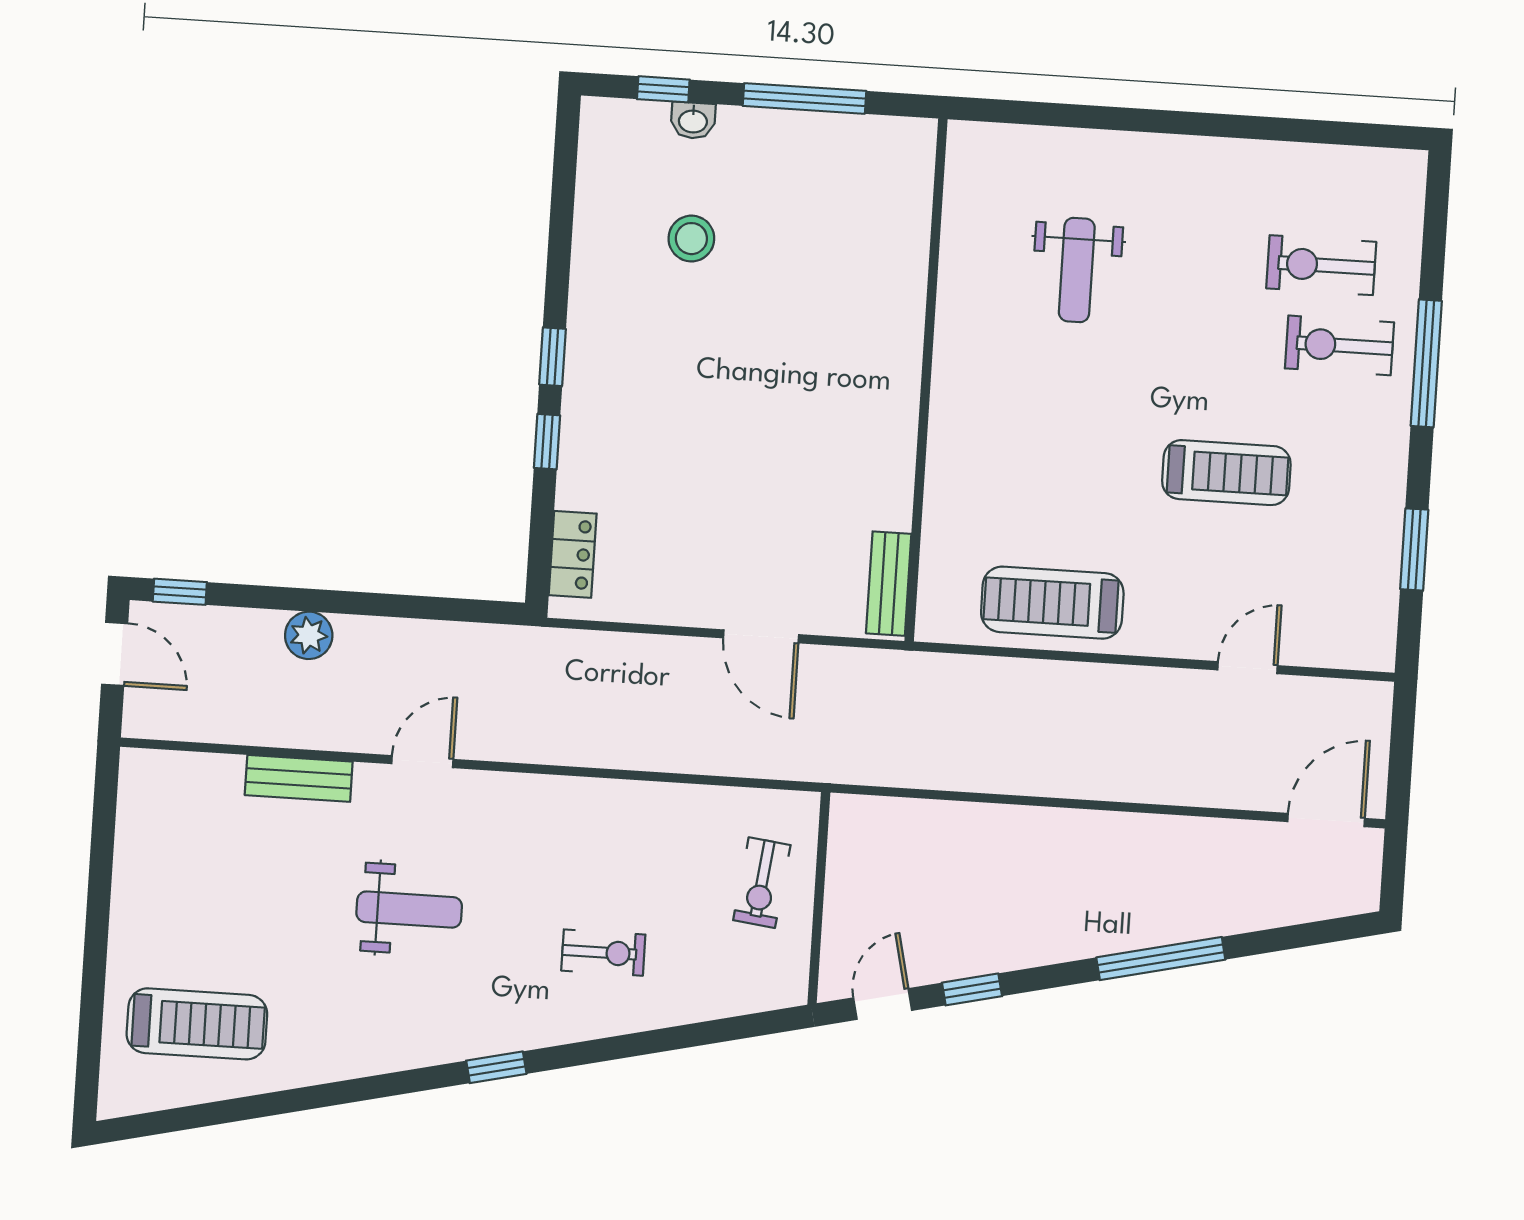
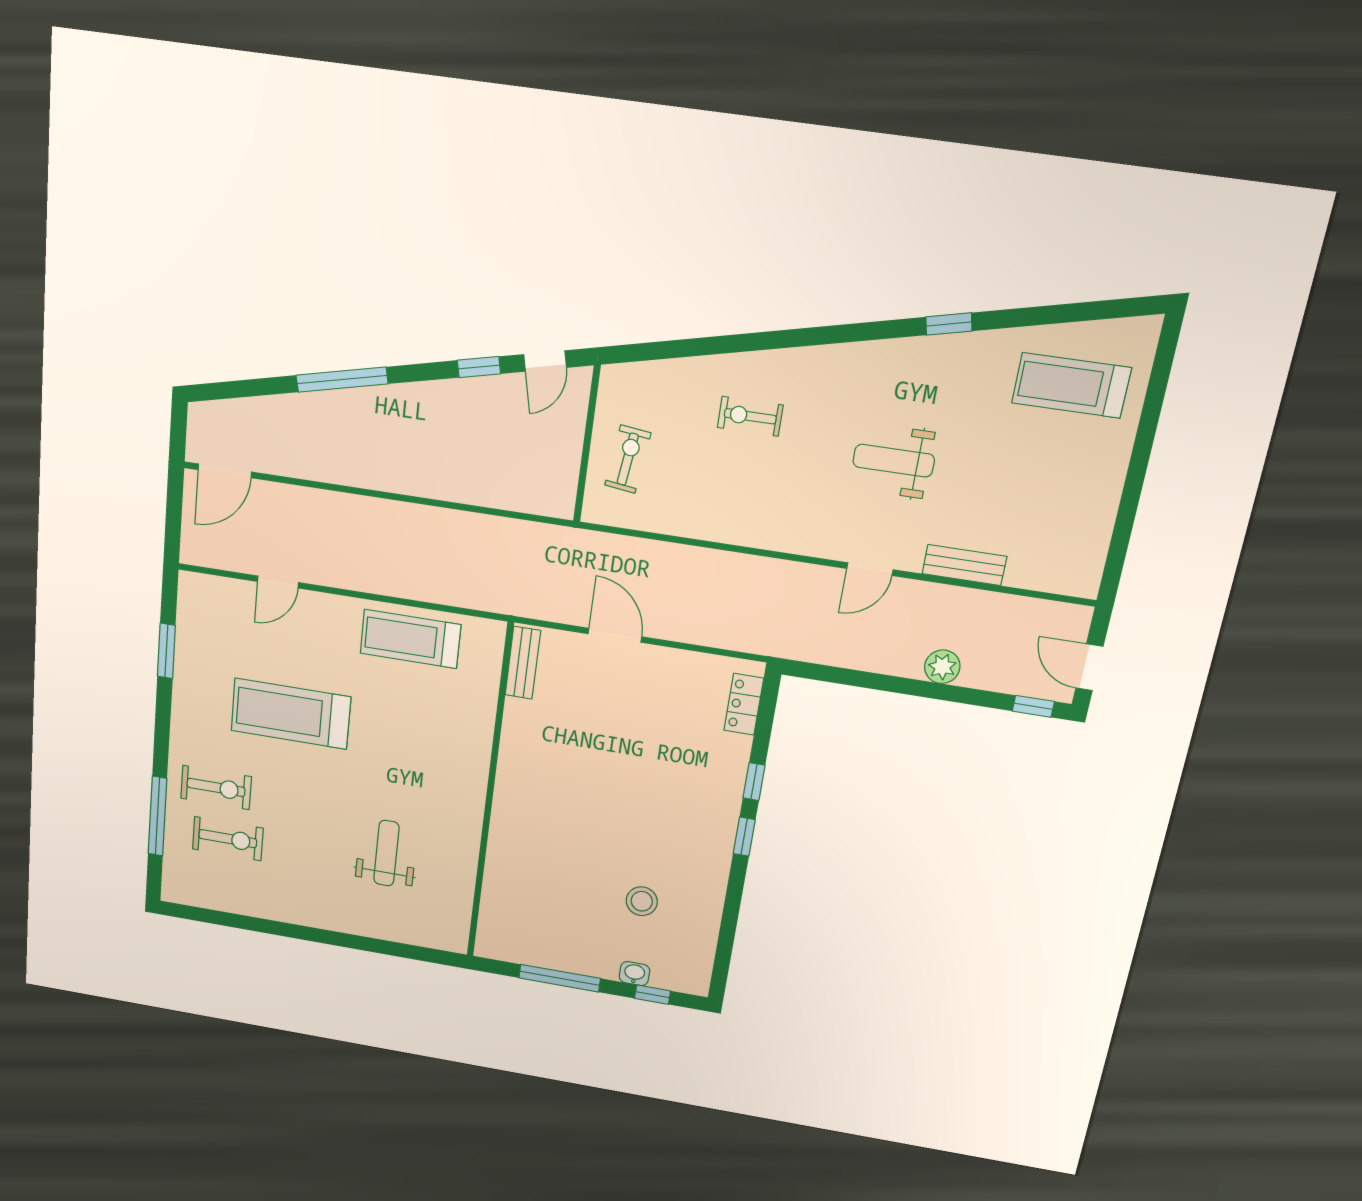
window: (1426, 363) -> (158, 816), moved
treadmill: (1226, 473) -> (291, 714), width x1.37, depth x1.38
treadmill: (1052, 603) -> (410, 639), turned 180
window: (496, 1067) -> (949, 324), moved

